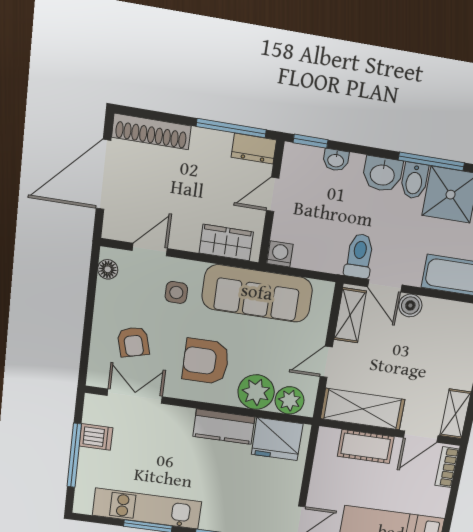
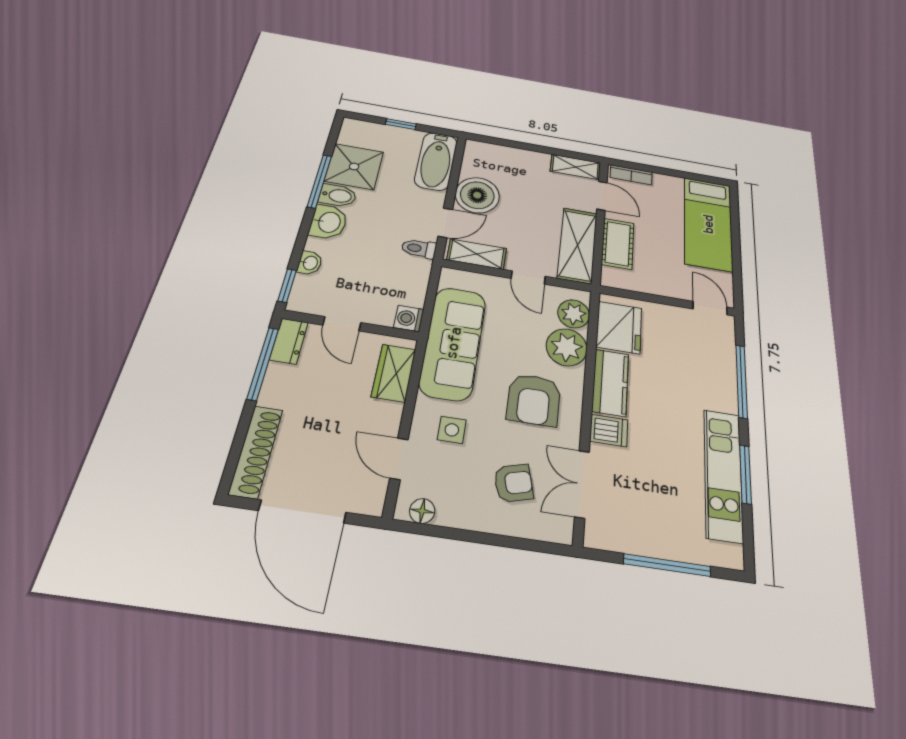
toilet: (359, 256) -> (419, 249), width x0.73, depth x0.72
boiler: (410, 305) -> (477, 195), width x1.86, depth x1.86
dishwasher: (96, 437) -> (609, 431), moved, turned 90

